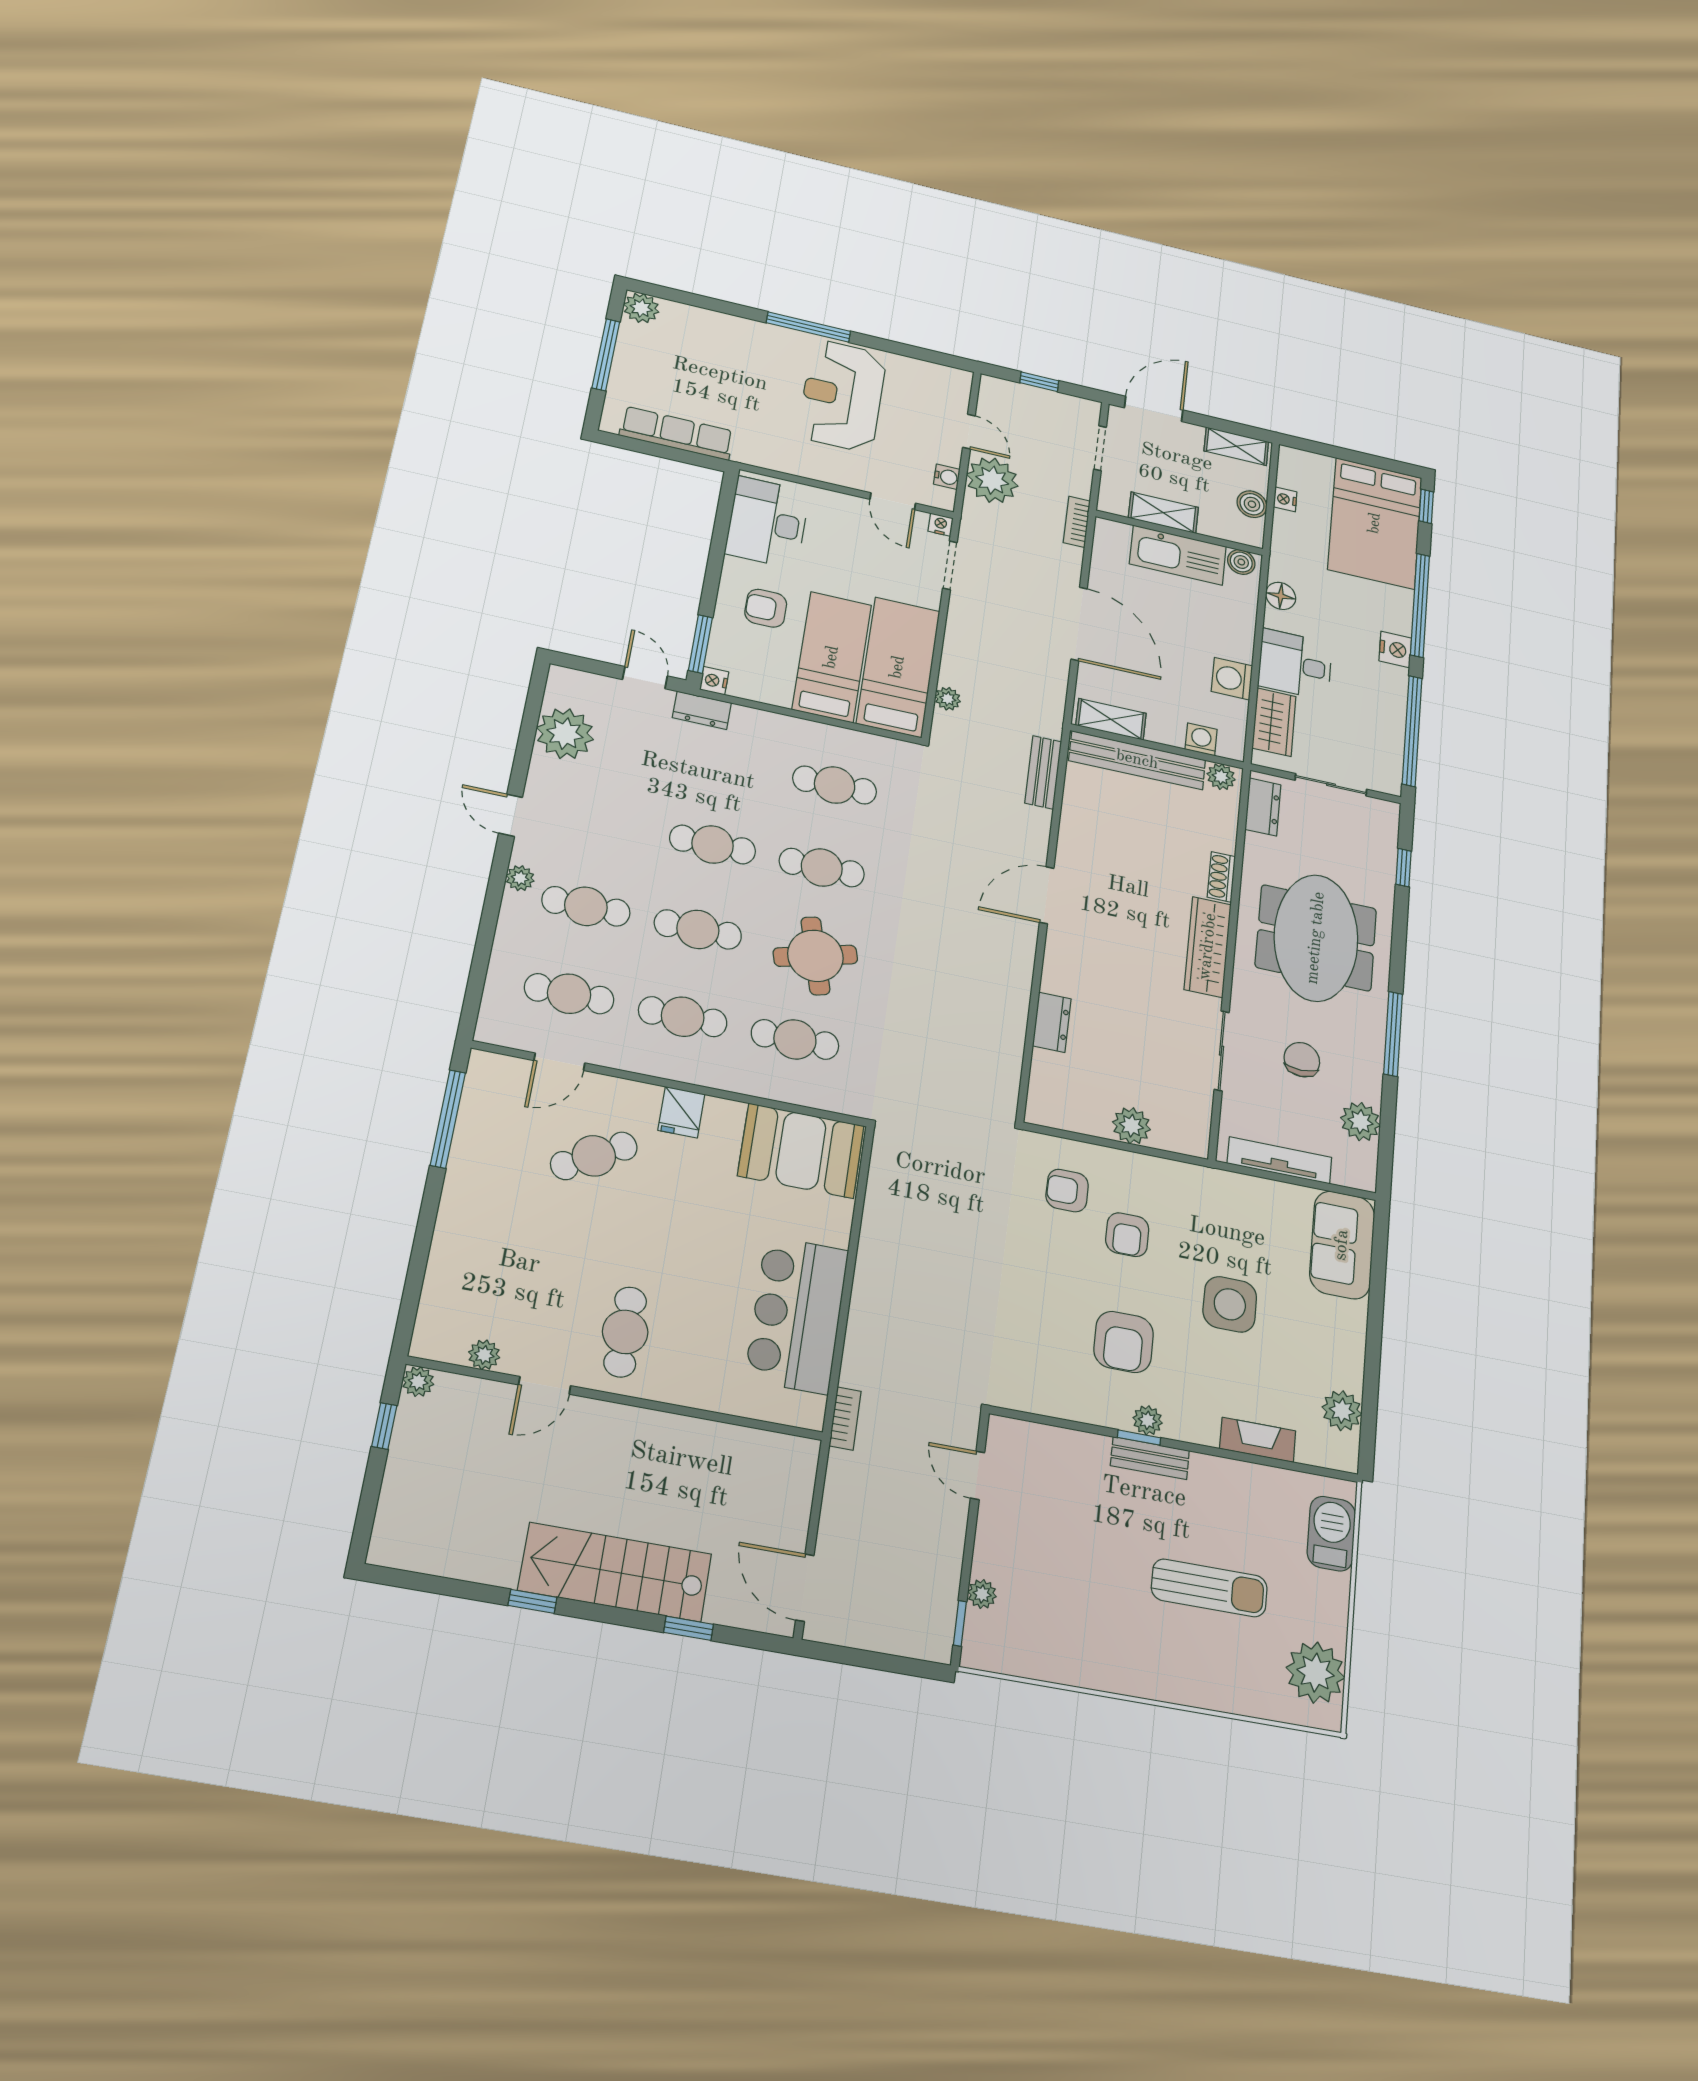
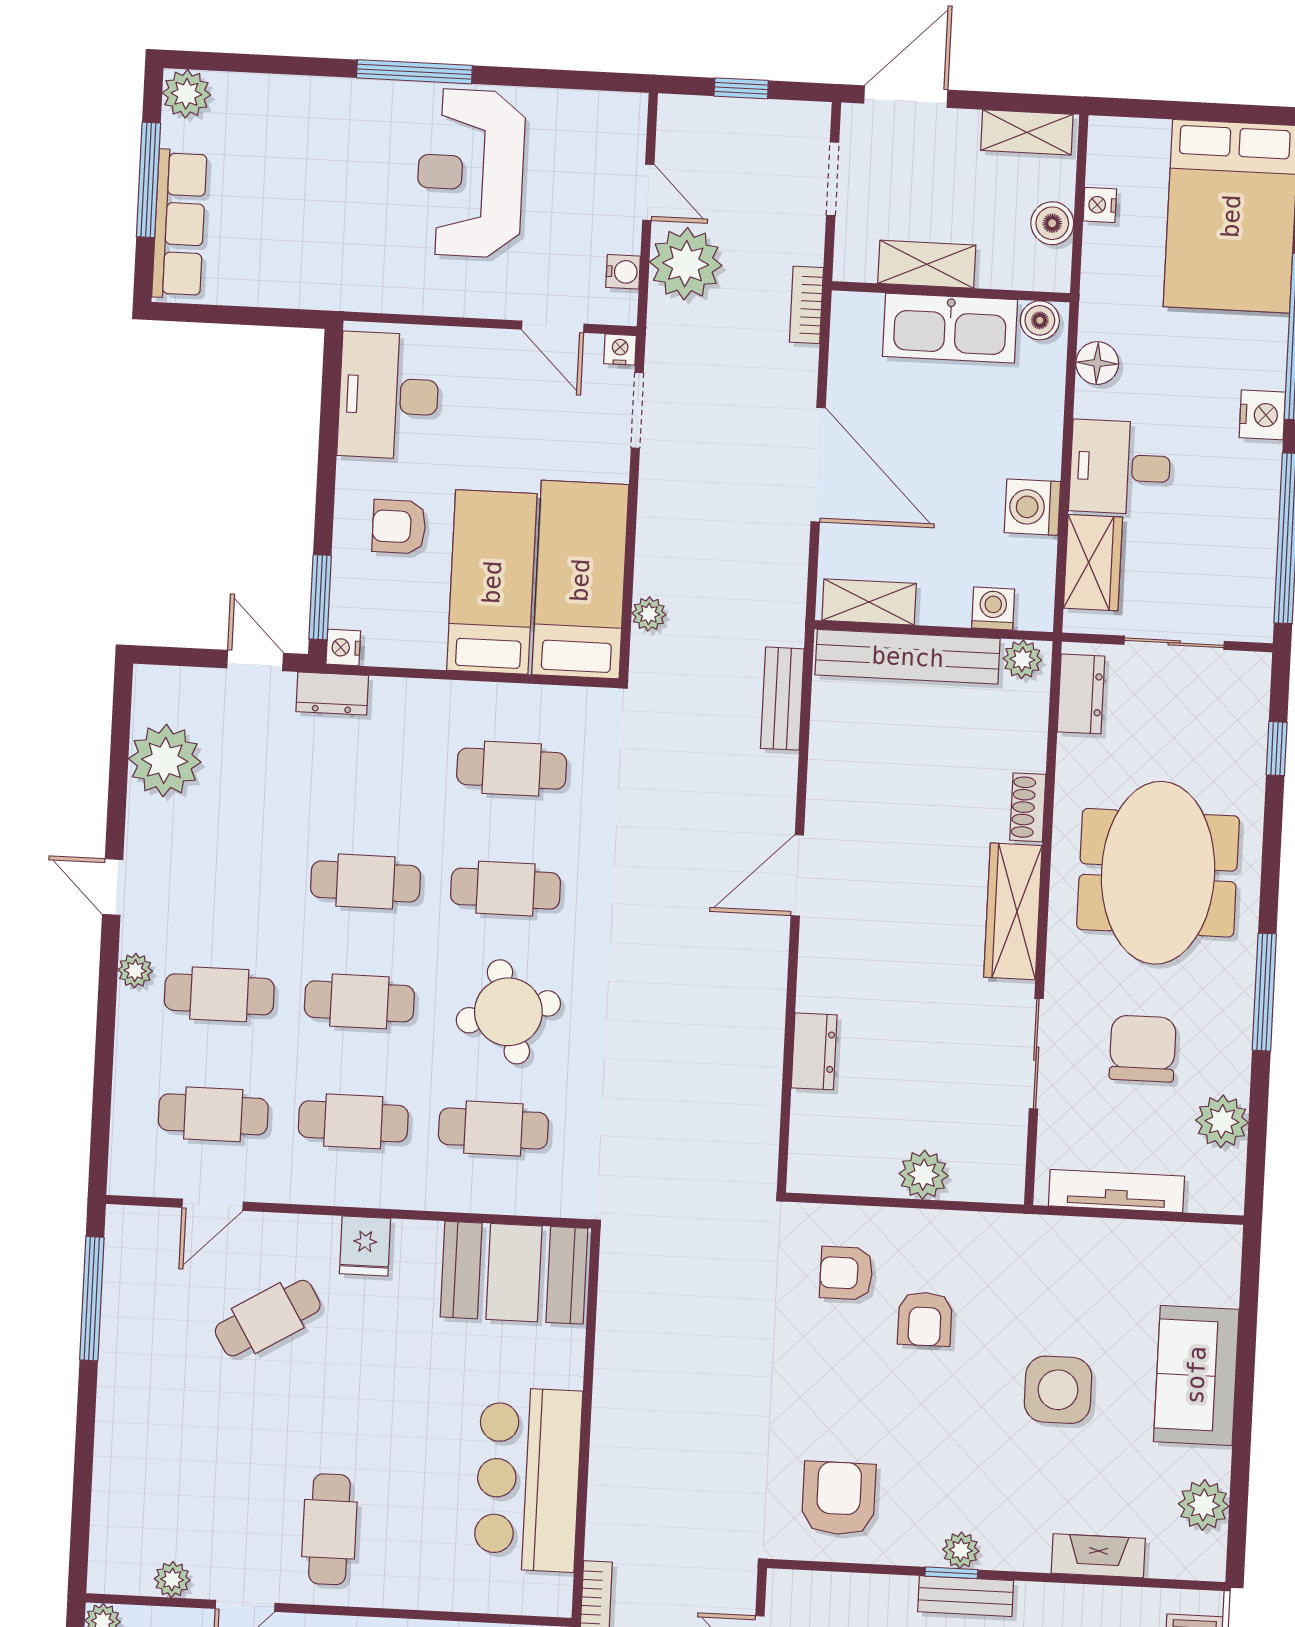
row of seats: (677, 433) -> (179, 224), moved, turned 90
chair: (1302, 1060) -> (1143, 1049), width x1.37, depth x1.37
sofa: (1342, 1245) -> (1196, 1375), moved
armchair: (1124, 1342) -> (839, 1498), moved, turned 180

